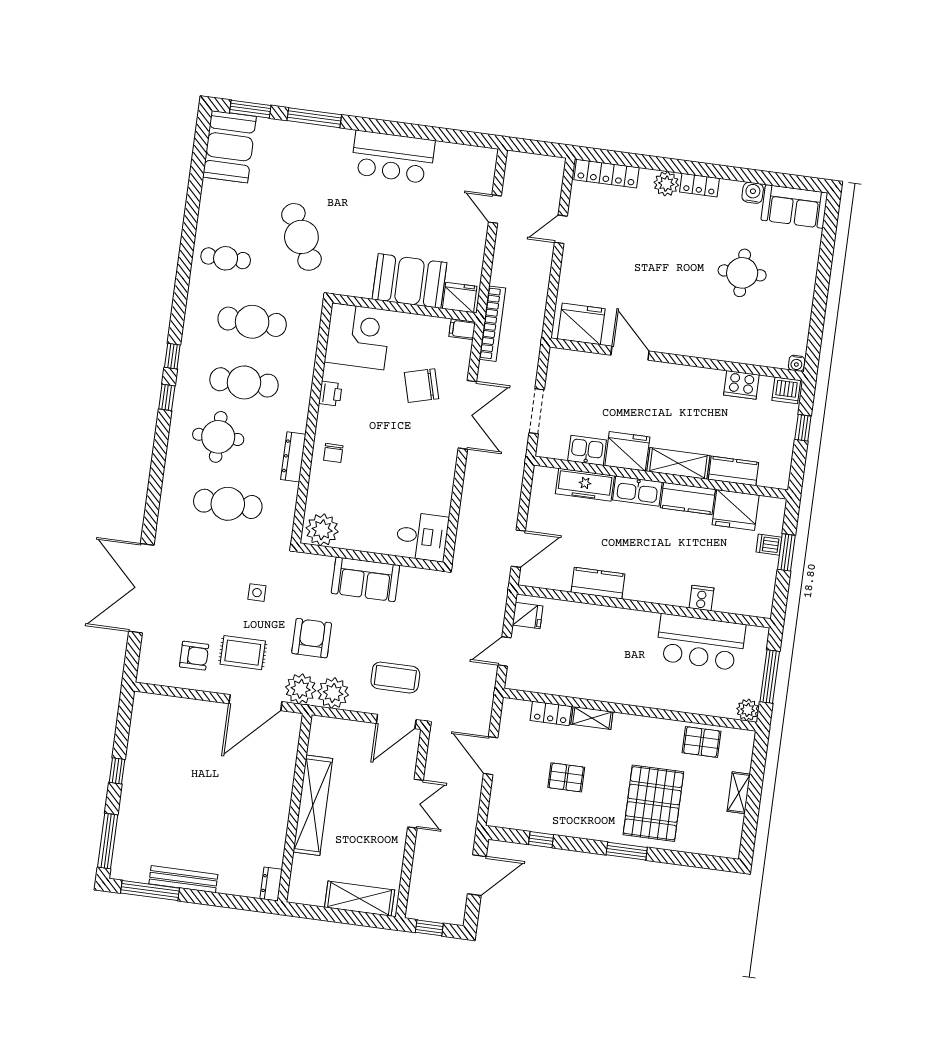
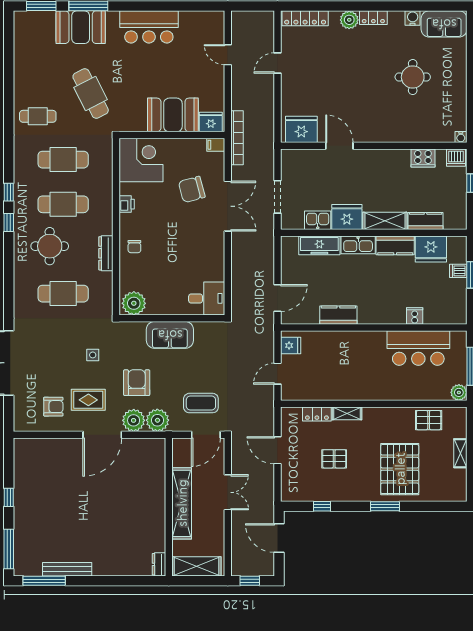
booth: (230, 147) -> (81, 27), moved, turned 90
shelving: (313, 805) -> (182, 503), moved
wall: (295, 808) -> (169, 507), moved
door: (477, 875) -> (279, 538), swing flipped
dresser: (271, 884) -> (159, 564), moved

